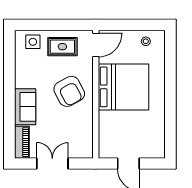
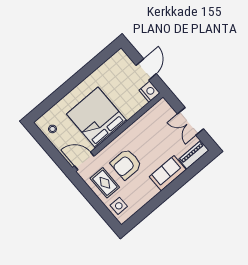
armchair: (69, 91) -> (126, 164), moved, turned -152
nightstand: (107, 150) -> (149, 92), added

